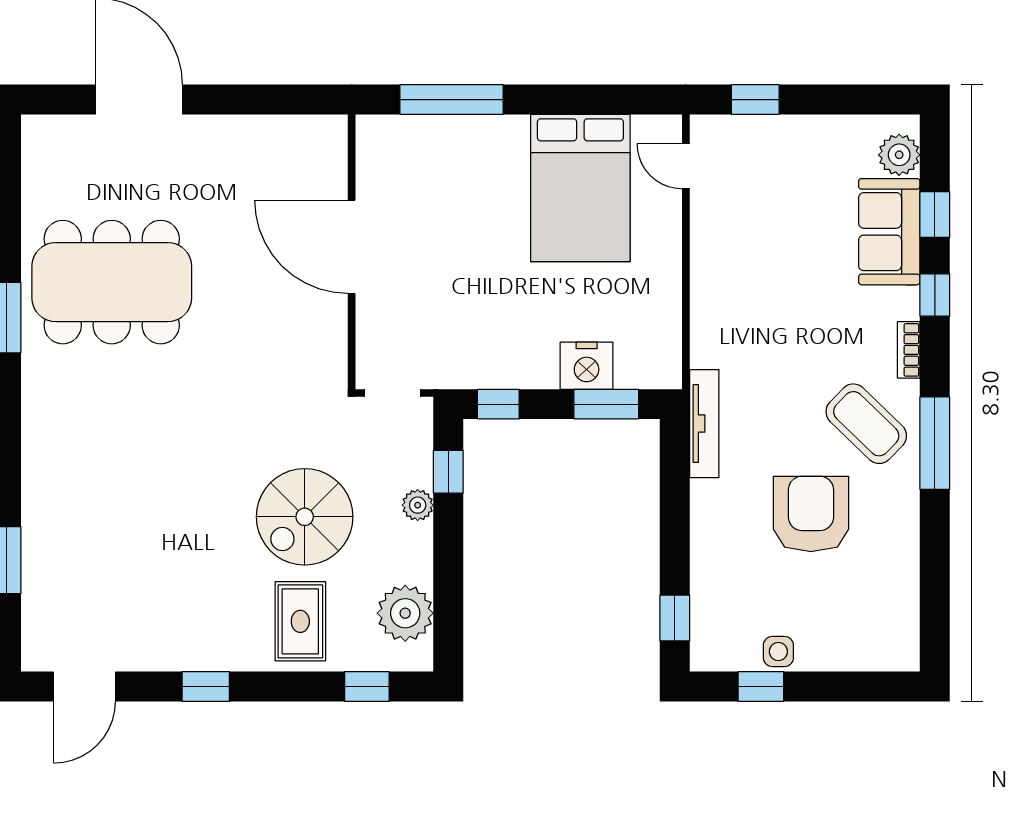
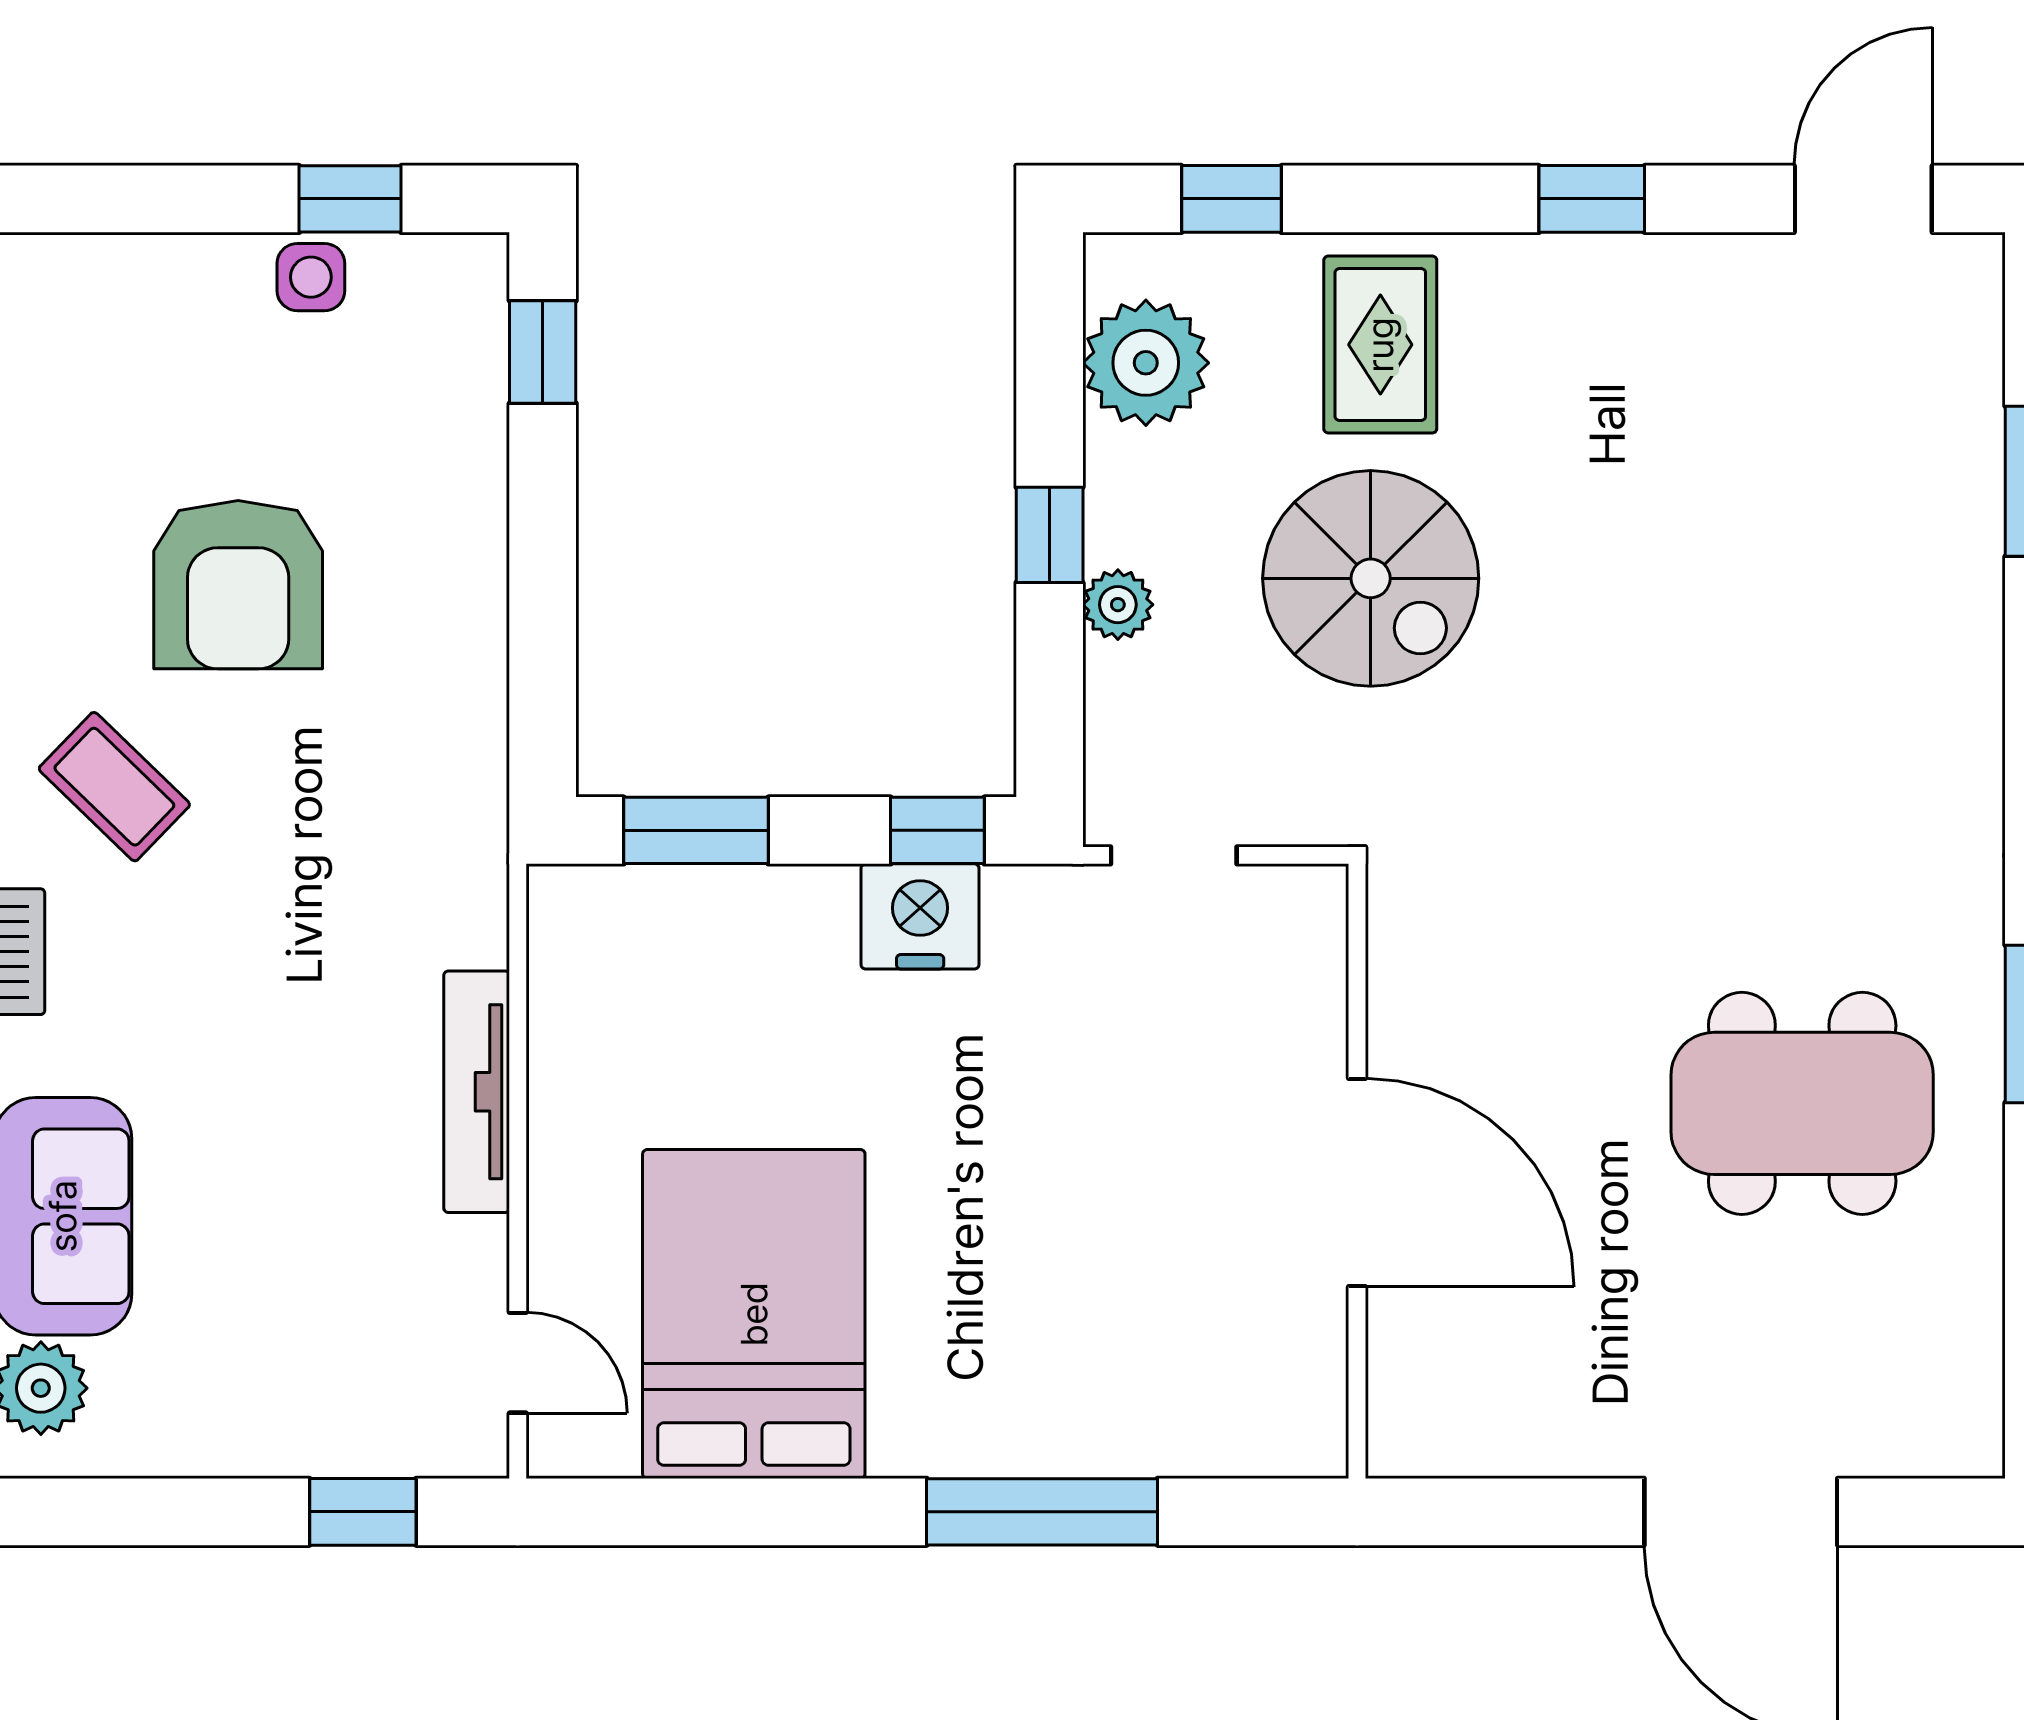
door: (352, 247) -> (1357, 1182), moved
wall: (352, 252) -> (1357, 1171), moved
dining table: (112, 282) -> (1802, 1103), width x0.73, depth x0.80
nightstand: (587, 366) -> (920, 916), moved
tv unit: (704, 424) -> (477, 1092), moved
coffee table: (866, 424) -> (114, 787), width x0.73, depth x0.77
window: (448, 472) -> (1050, 535), moved
spiral stairs: (305, 517) -> (1371, 578), turned 90

